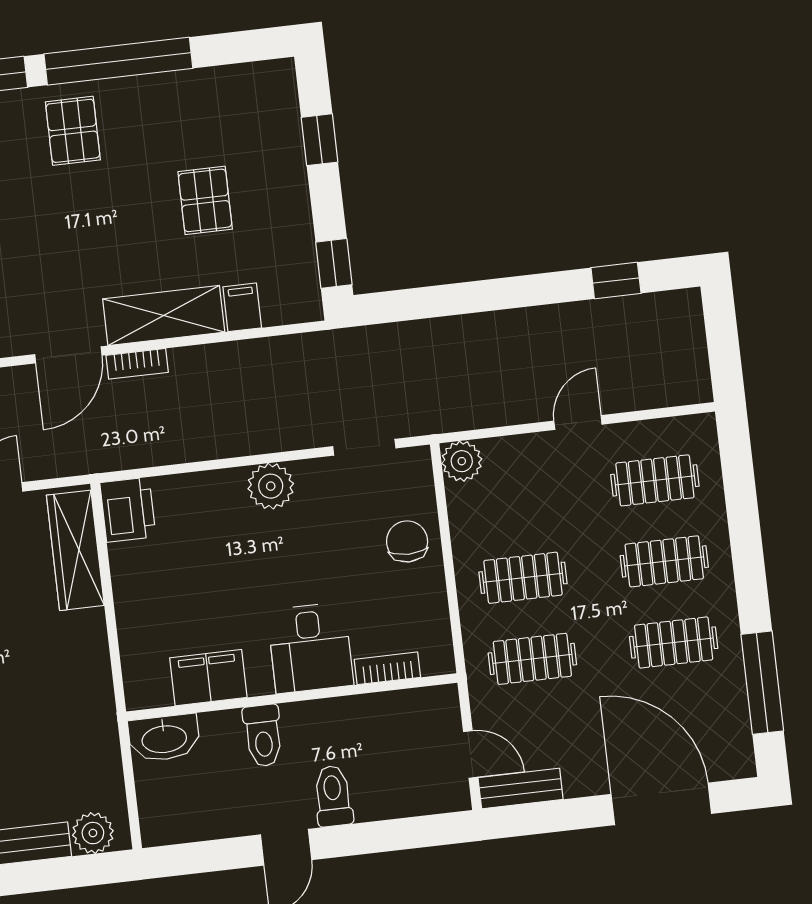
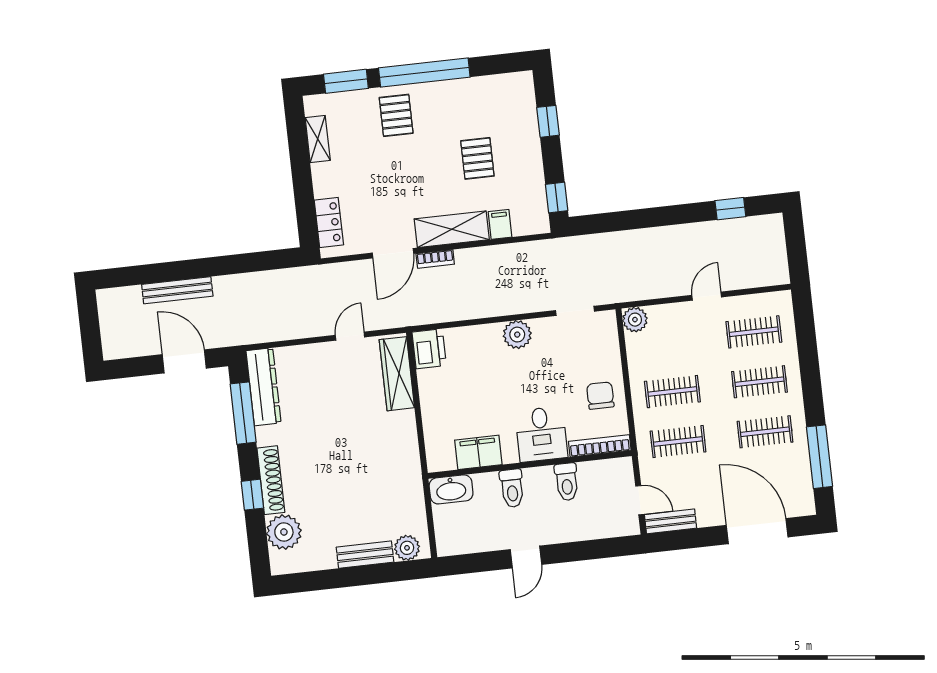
chair: (407, 541) -> (600, 396), moved
bookcase: (387, 668) -> (600, 446), width x1.56
toilet: (333, 796) -> (567, 482), moved, turned 180

